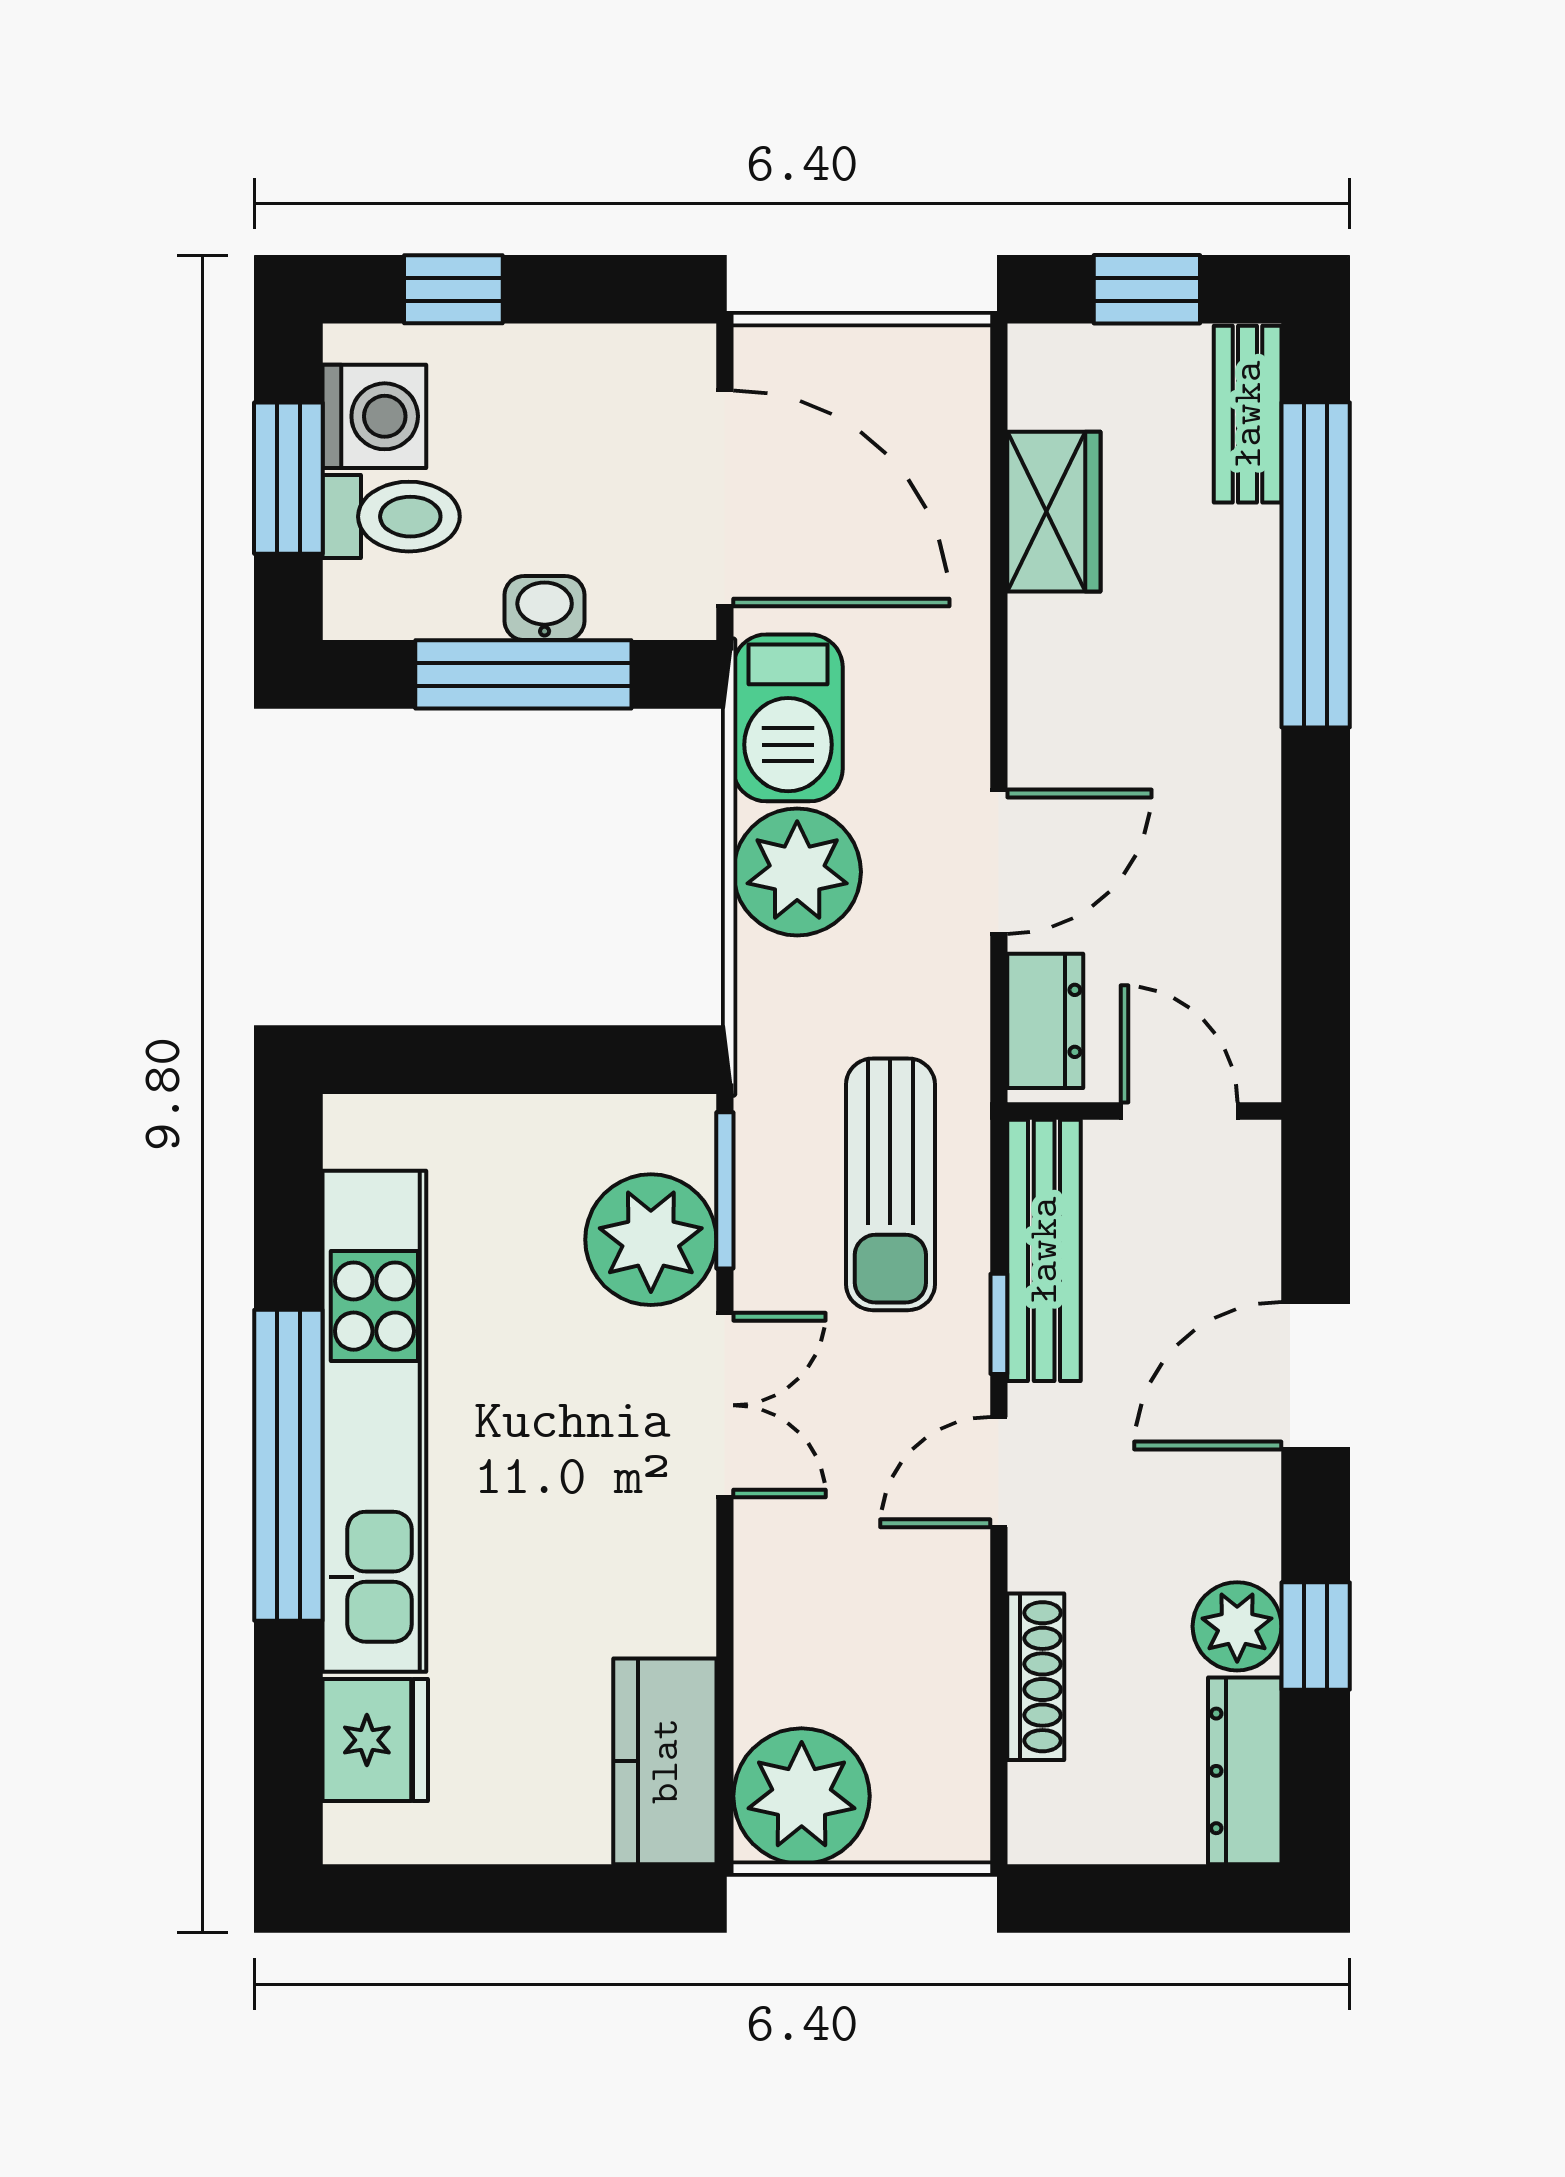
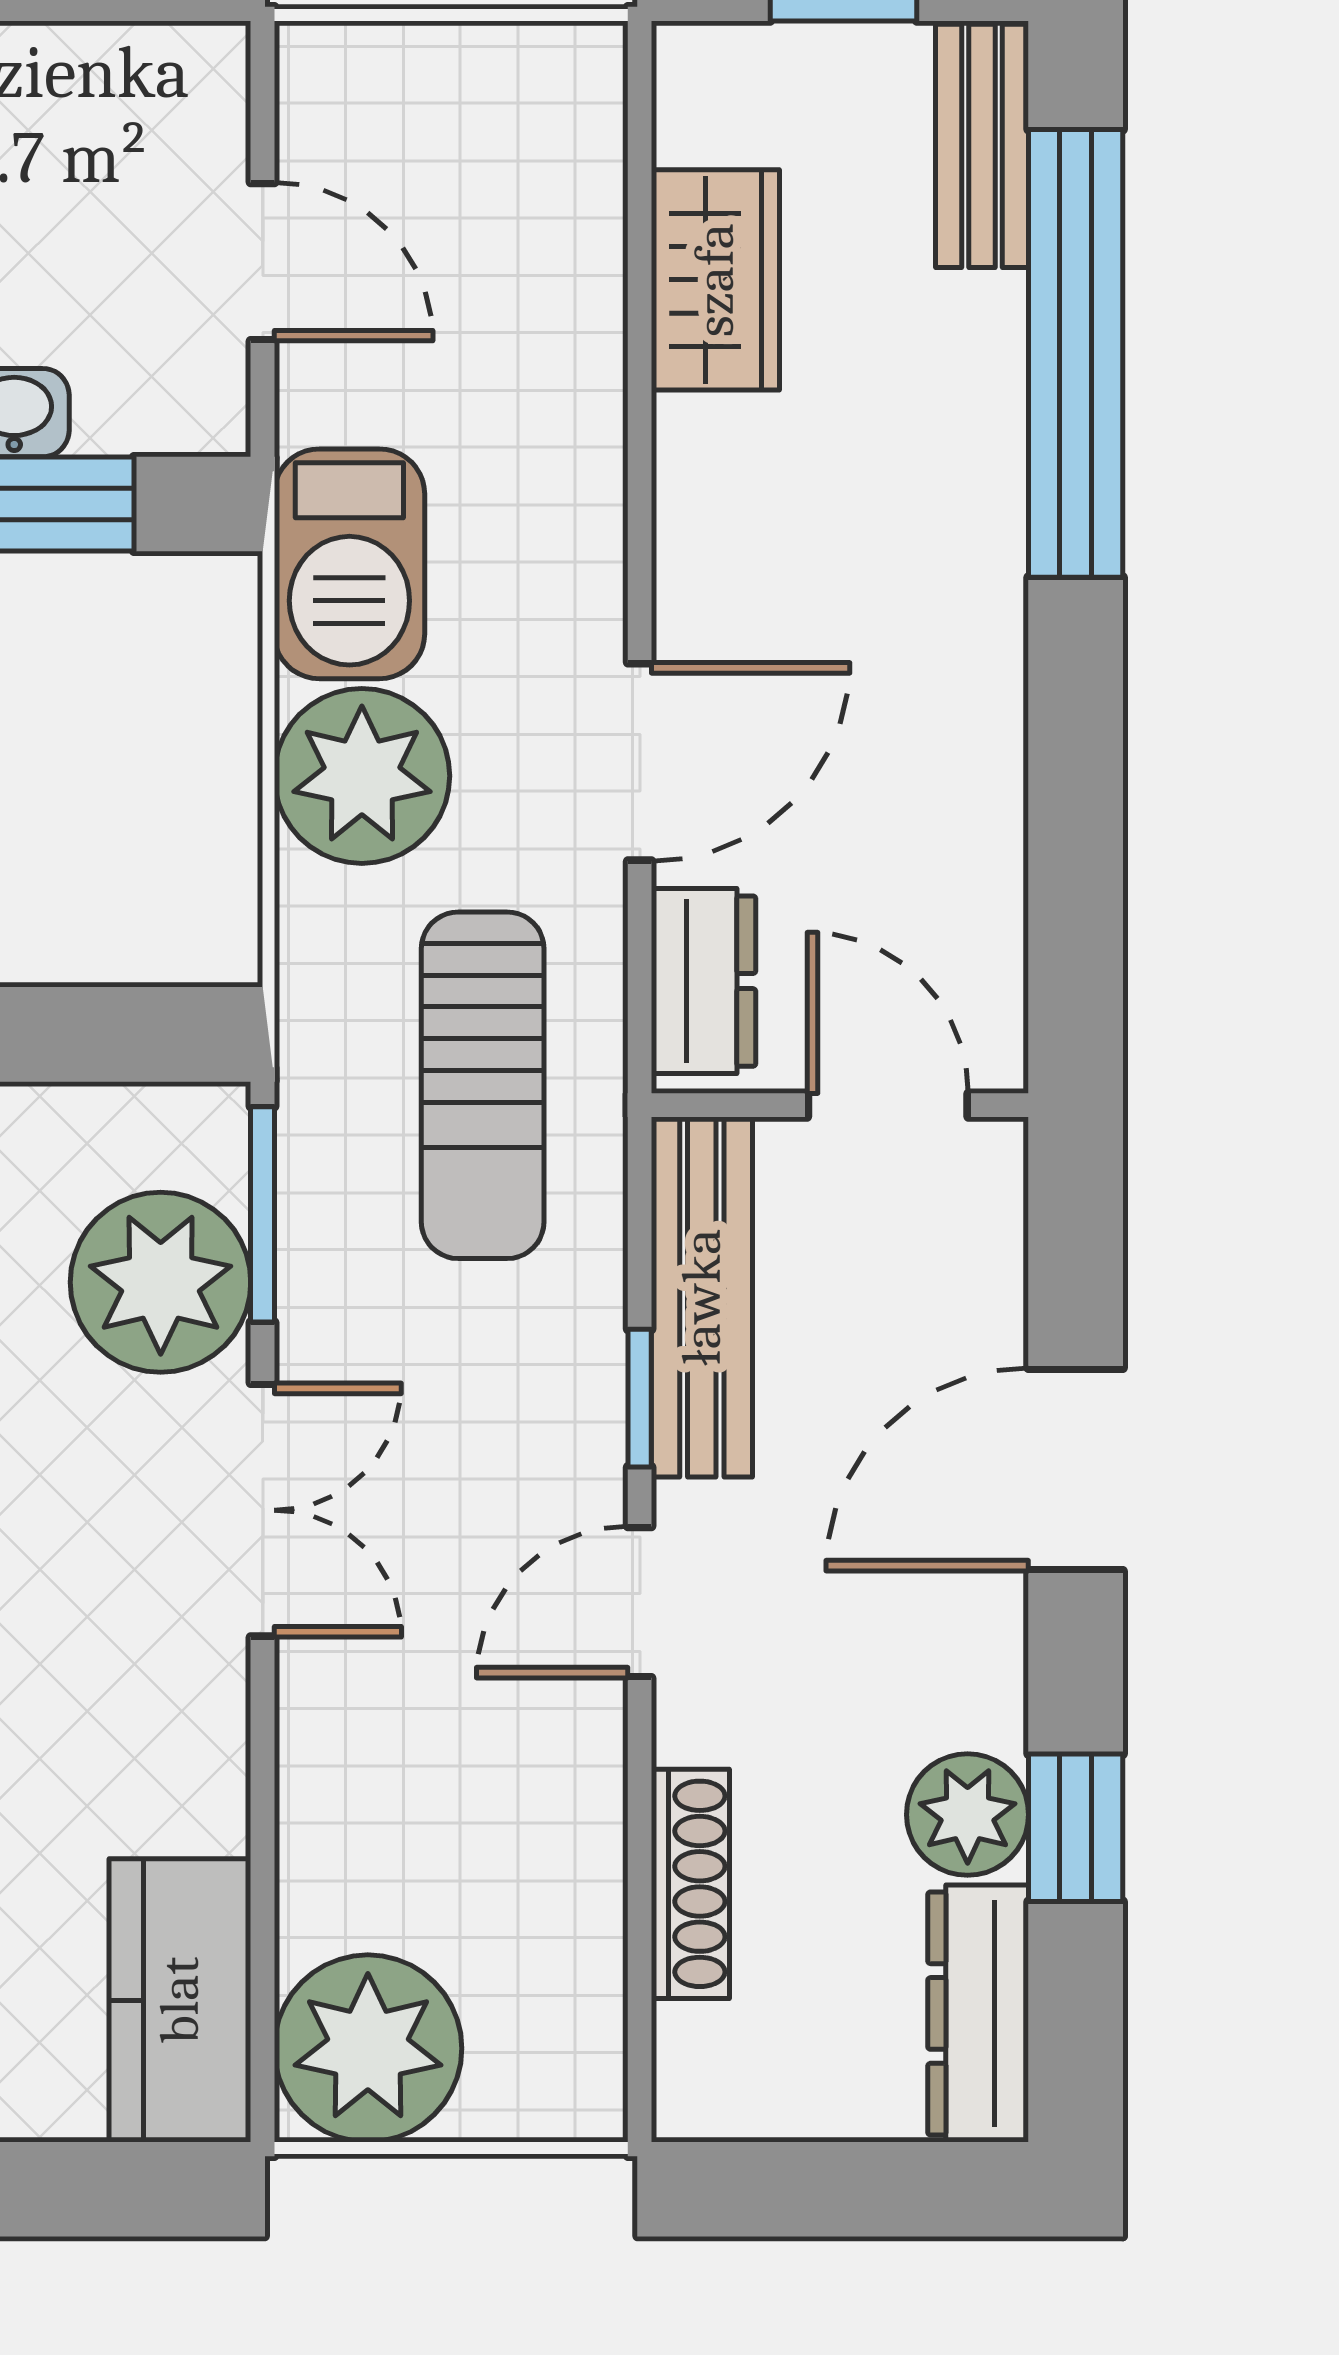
door: (725, 498) -> (263, 262), width x0.53
sun lounger: (890, 1184) -> (483, 1085), moved

